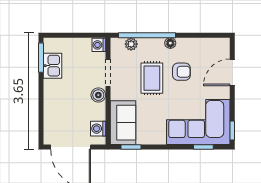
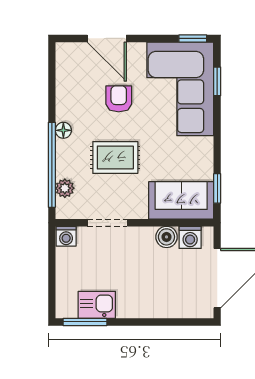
armchair: (181, 72) -> (119, 99), moved
boiler: (98, 95) -> (166, 237), moved

